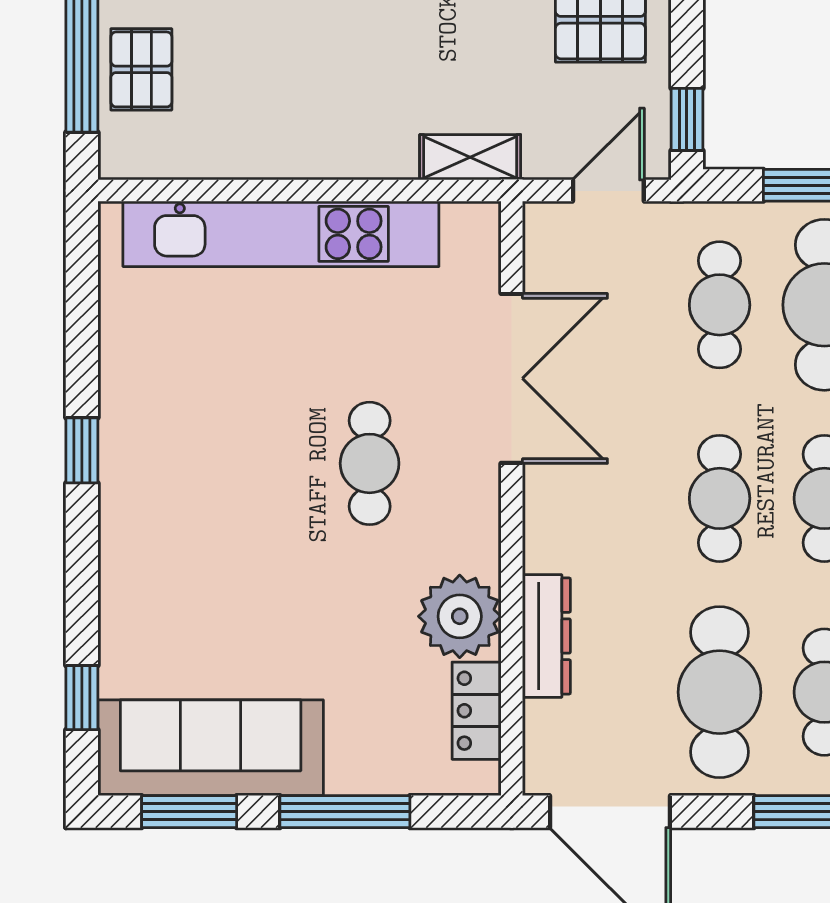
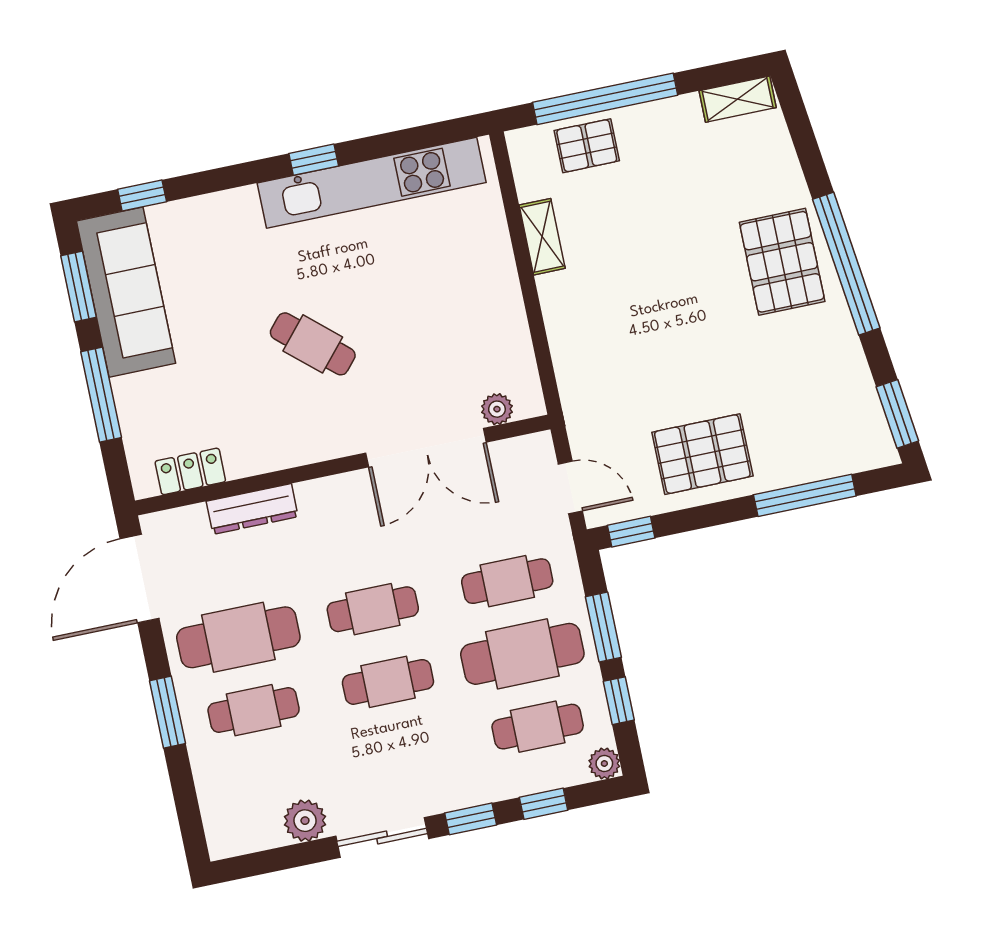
shelving: (470, 157) -> (542, 237), moved
kitchen unit: (281, 234) -> (372, 183), moved, turned -90
cafe table: (370, 463) -> (313, 344), moved, turned 41
plant: (460, 616) -> (497, 409), moved, width x0.53, depth x0.53

